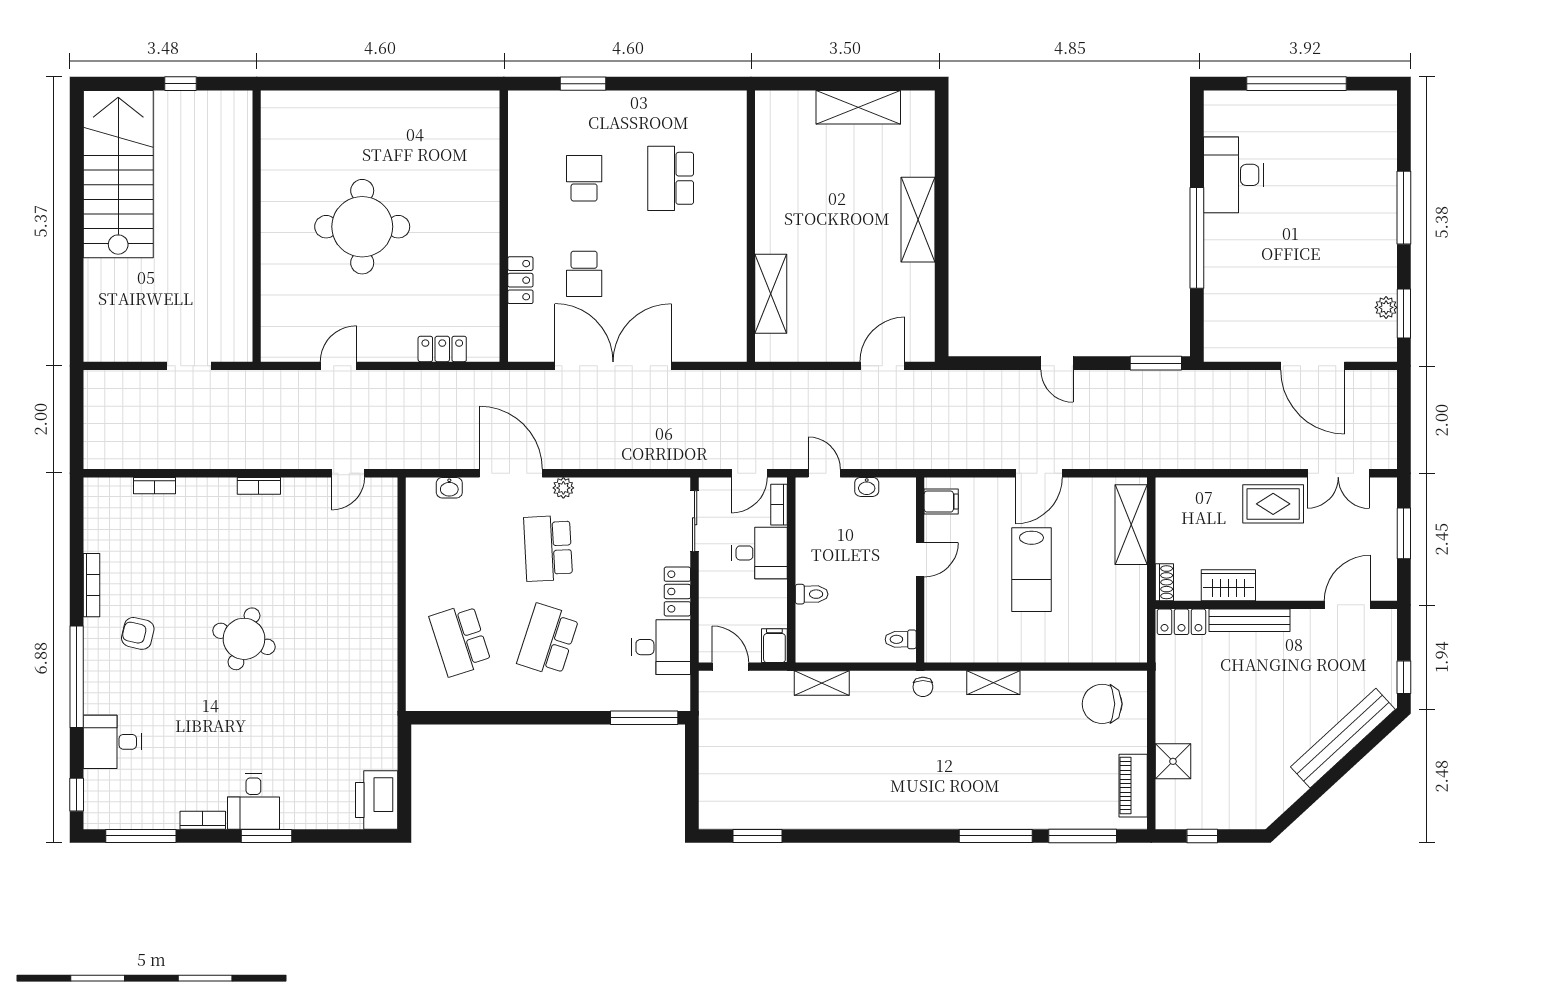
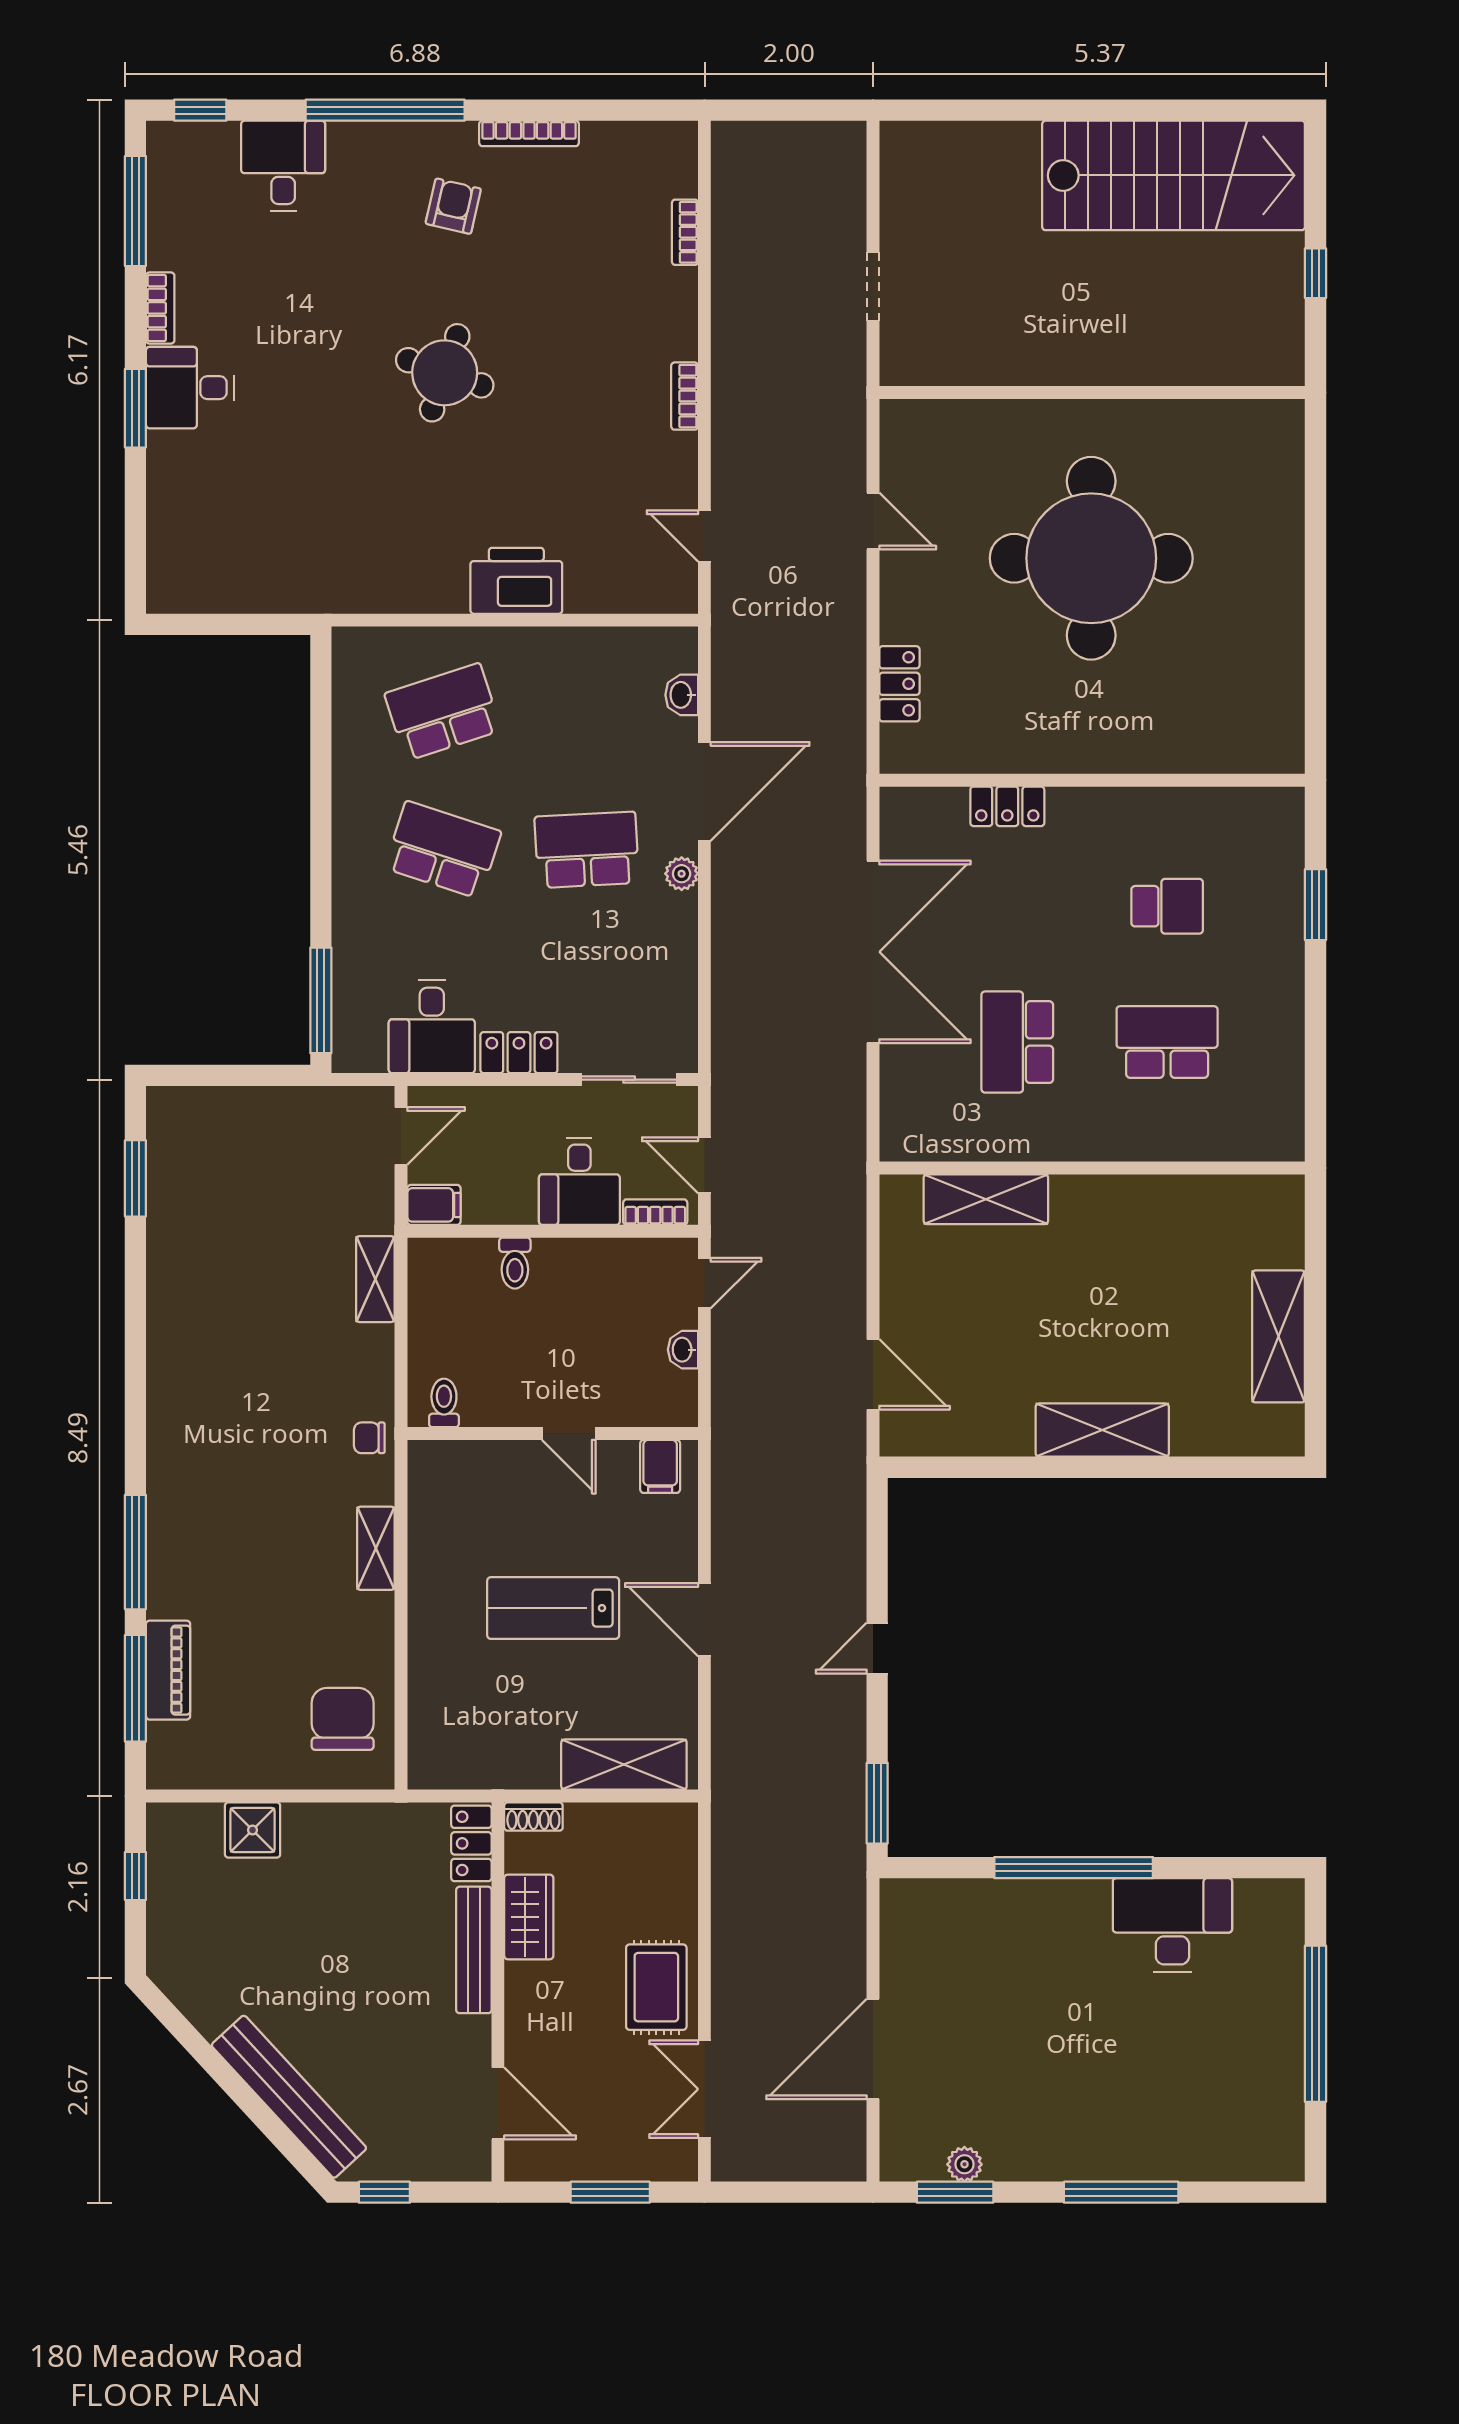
round table: (362, 227) -> (1091, 558), width x1.36, depth x1.36
school desk: (584, 274) -> (1017, 1042), moved, width x1.85
piano: (1133, 786) -> (168, 1670), moved, turned 90
printer: (377, 800) -> (516, 581), moved

